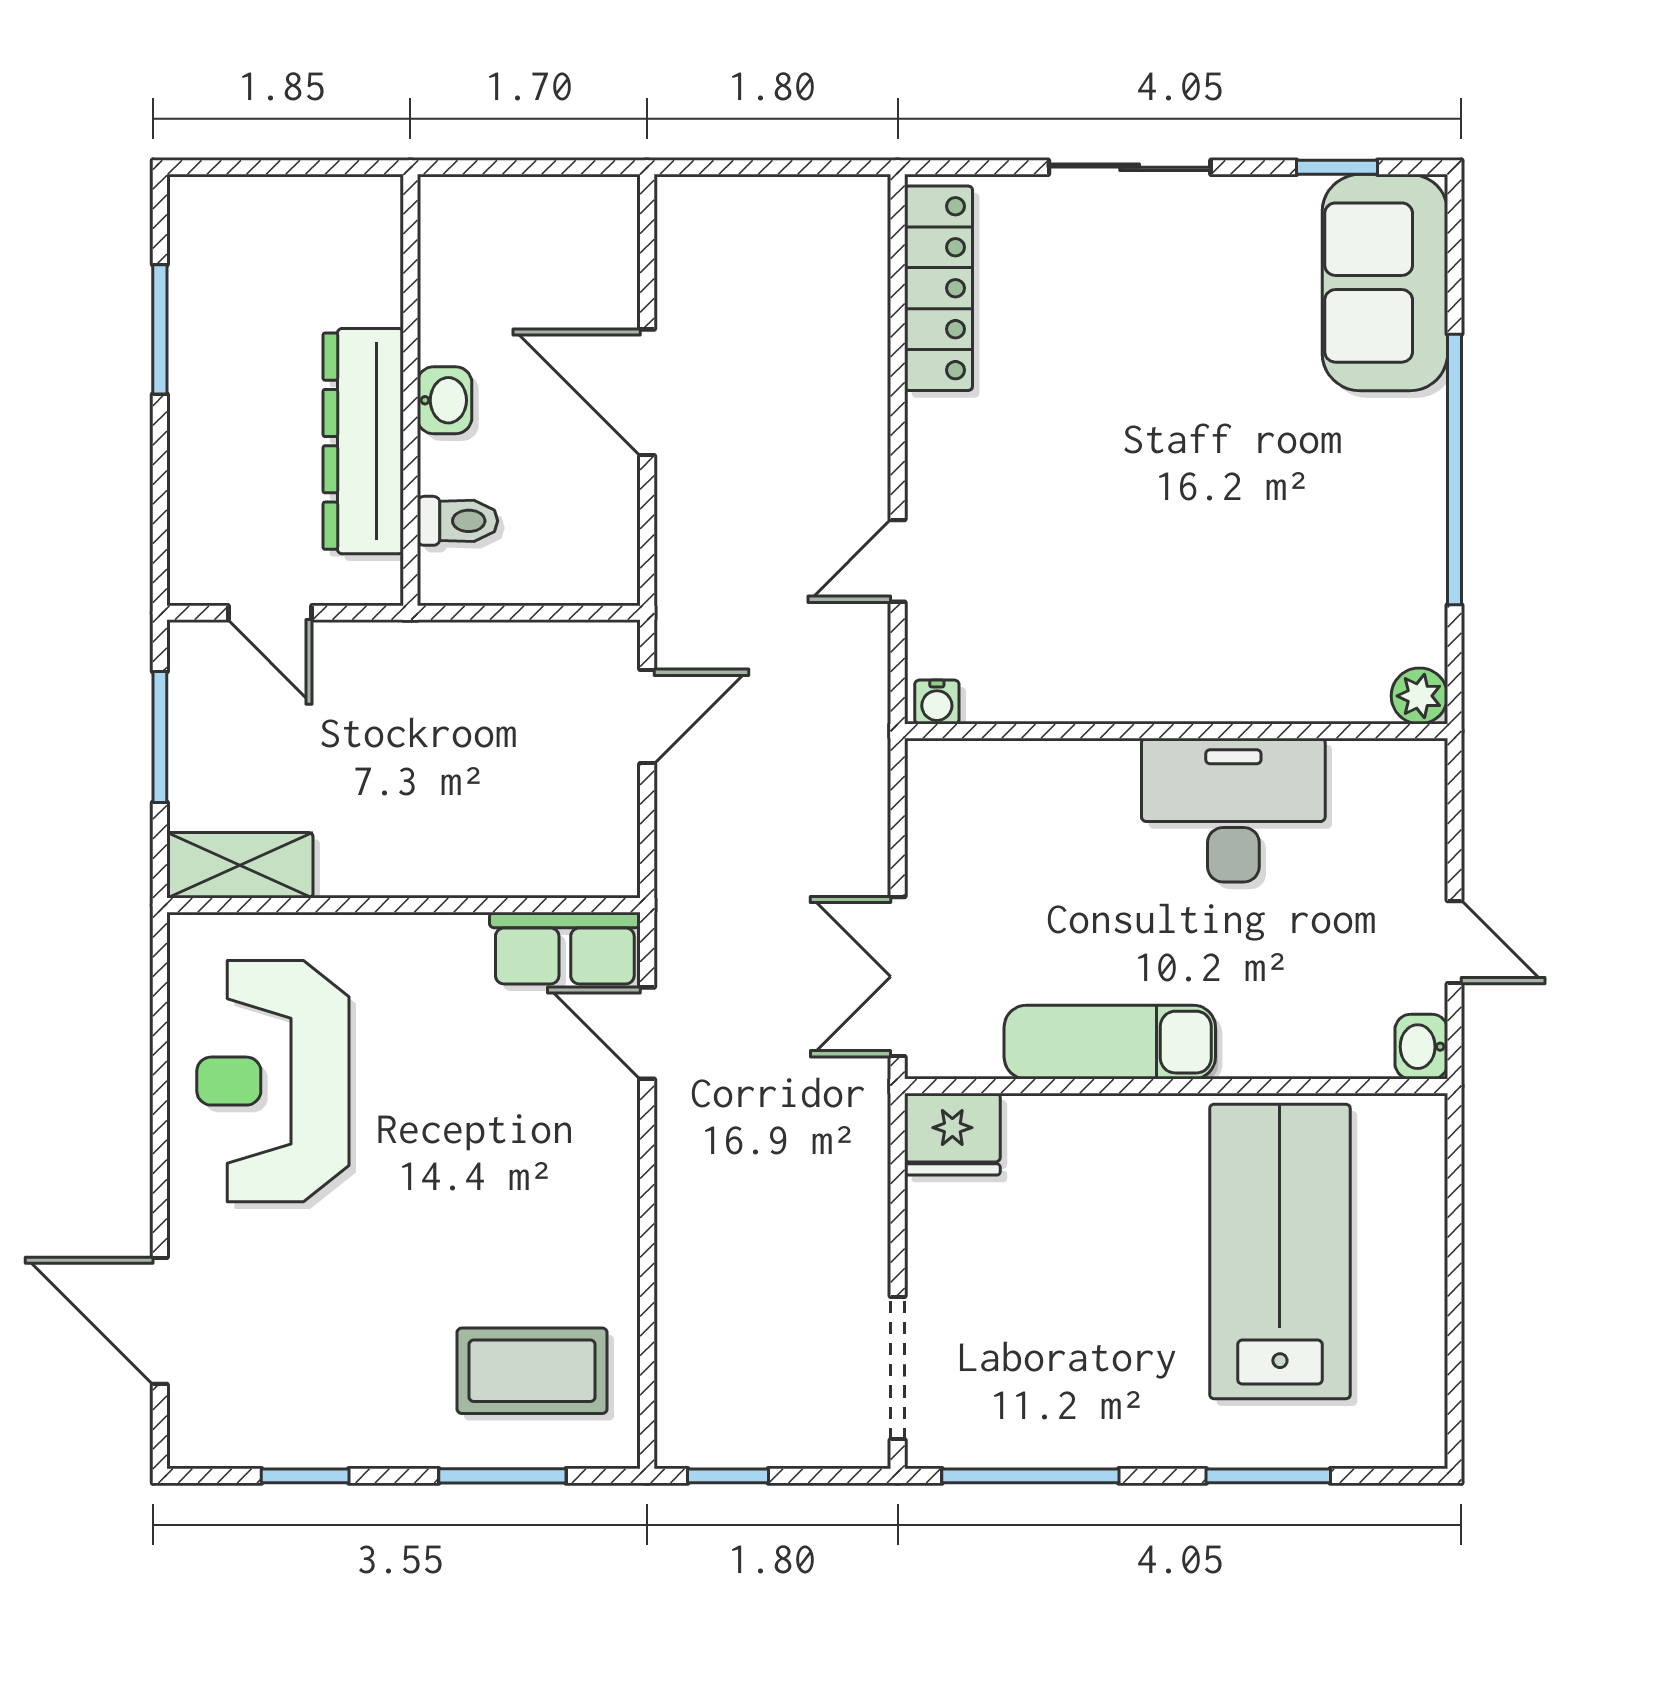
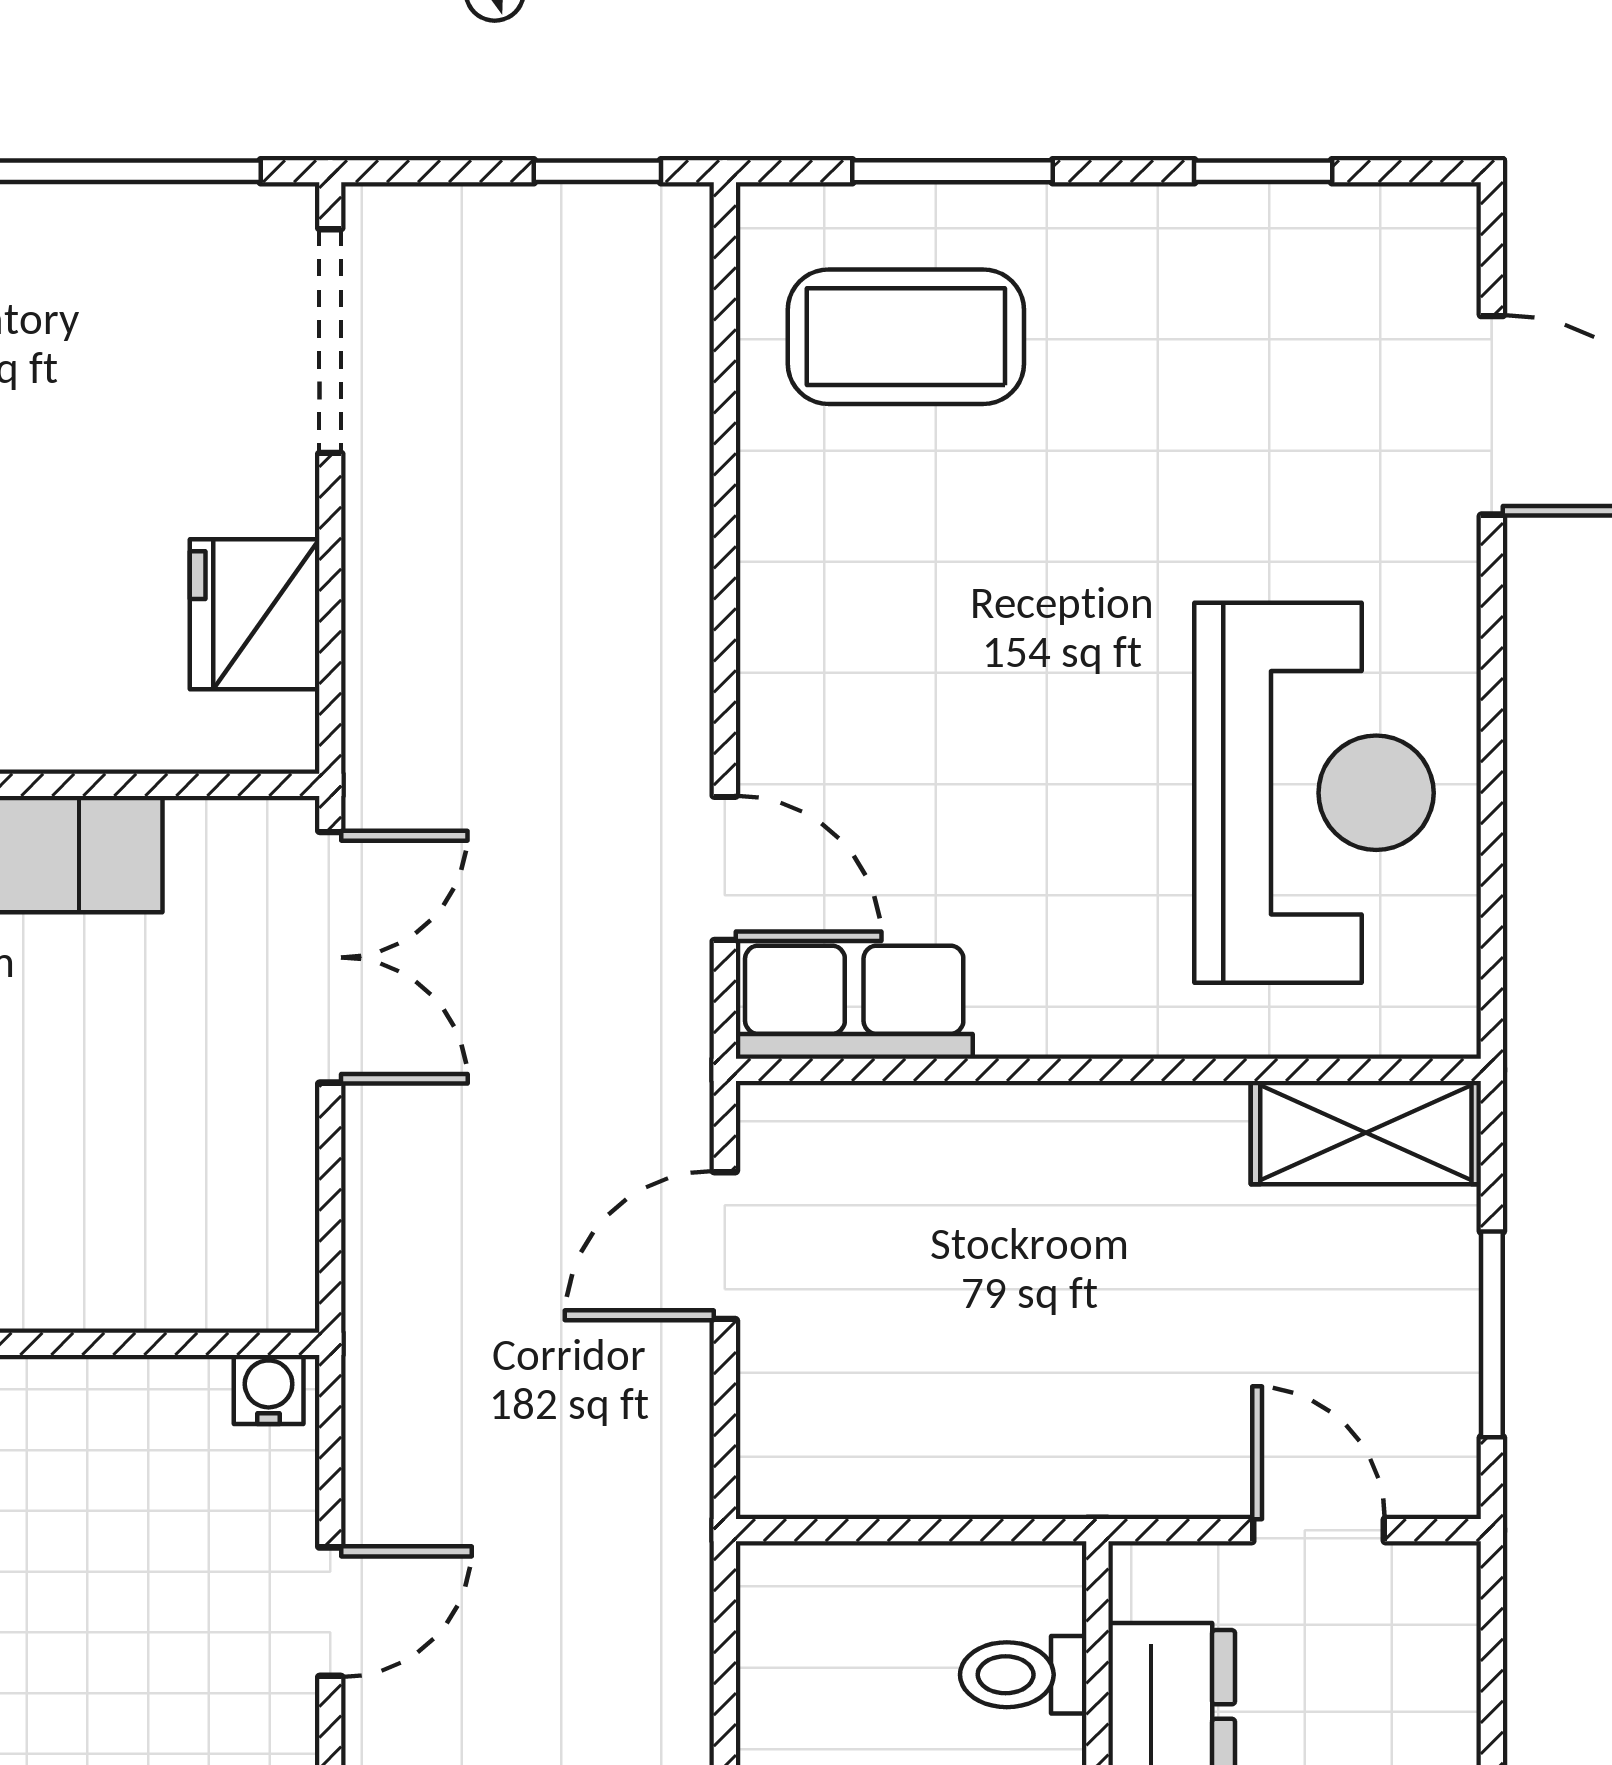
door: (647, 716) -> (725, 1246), moved
fridge: (952, 1134) -> (255, 614), moved, turned -90

